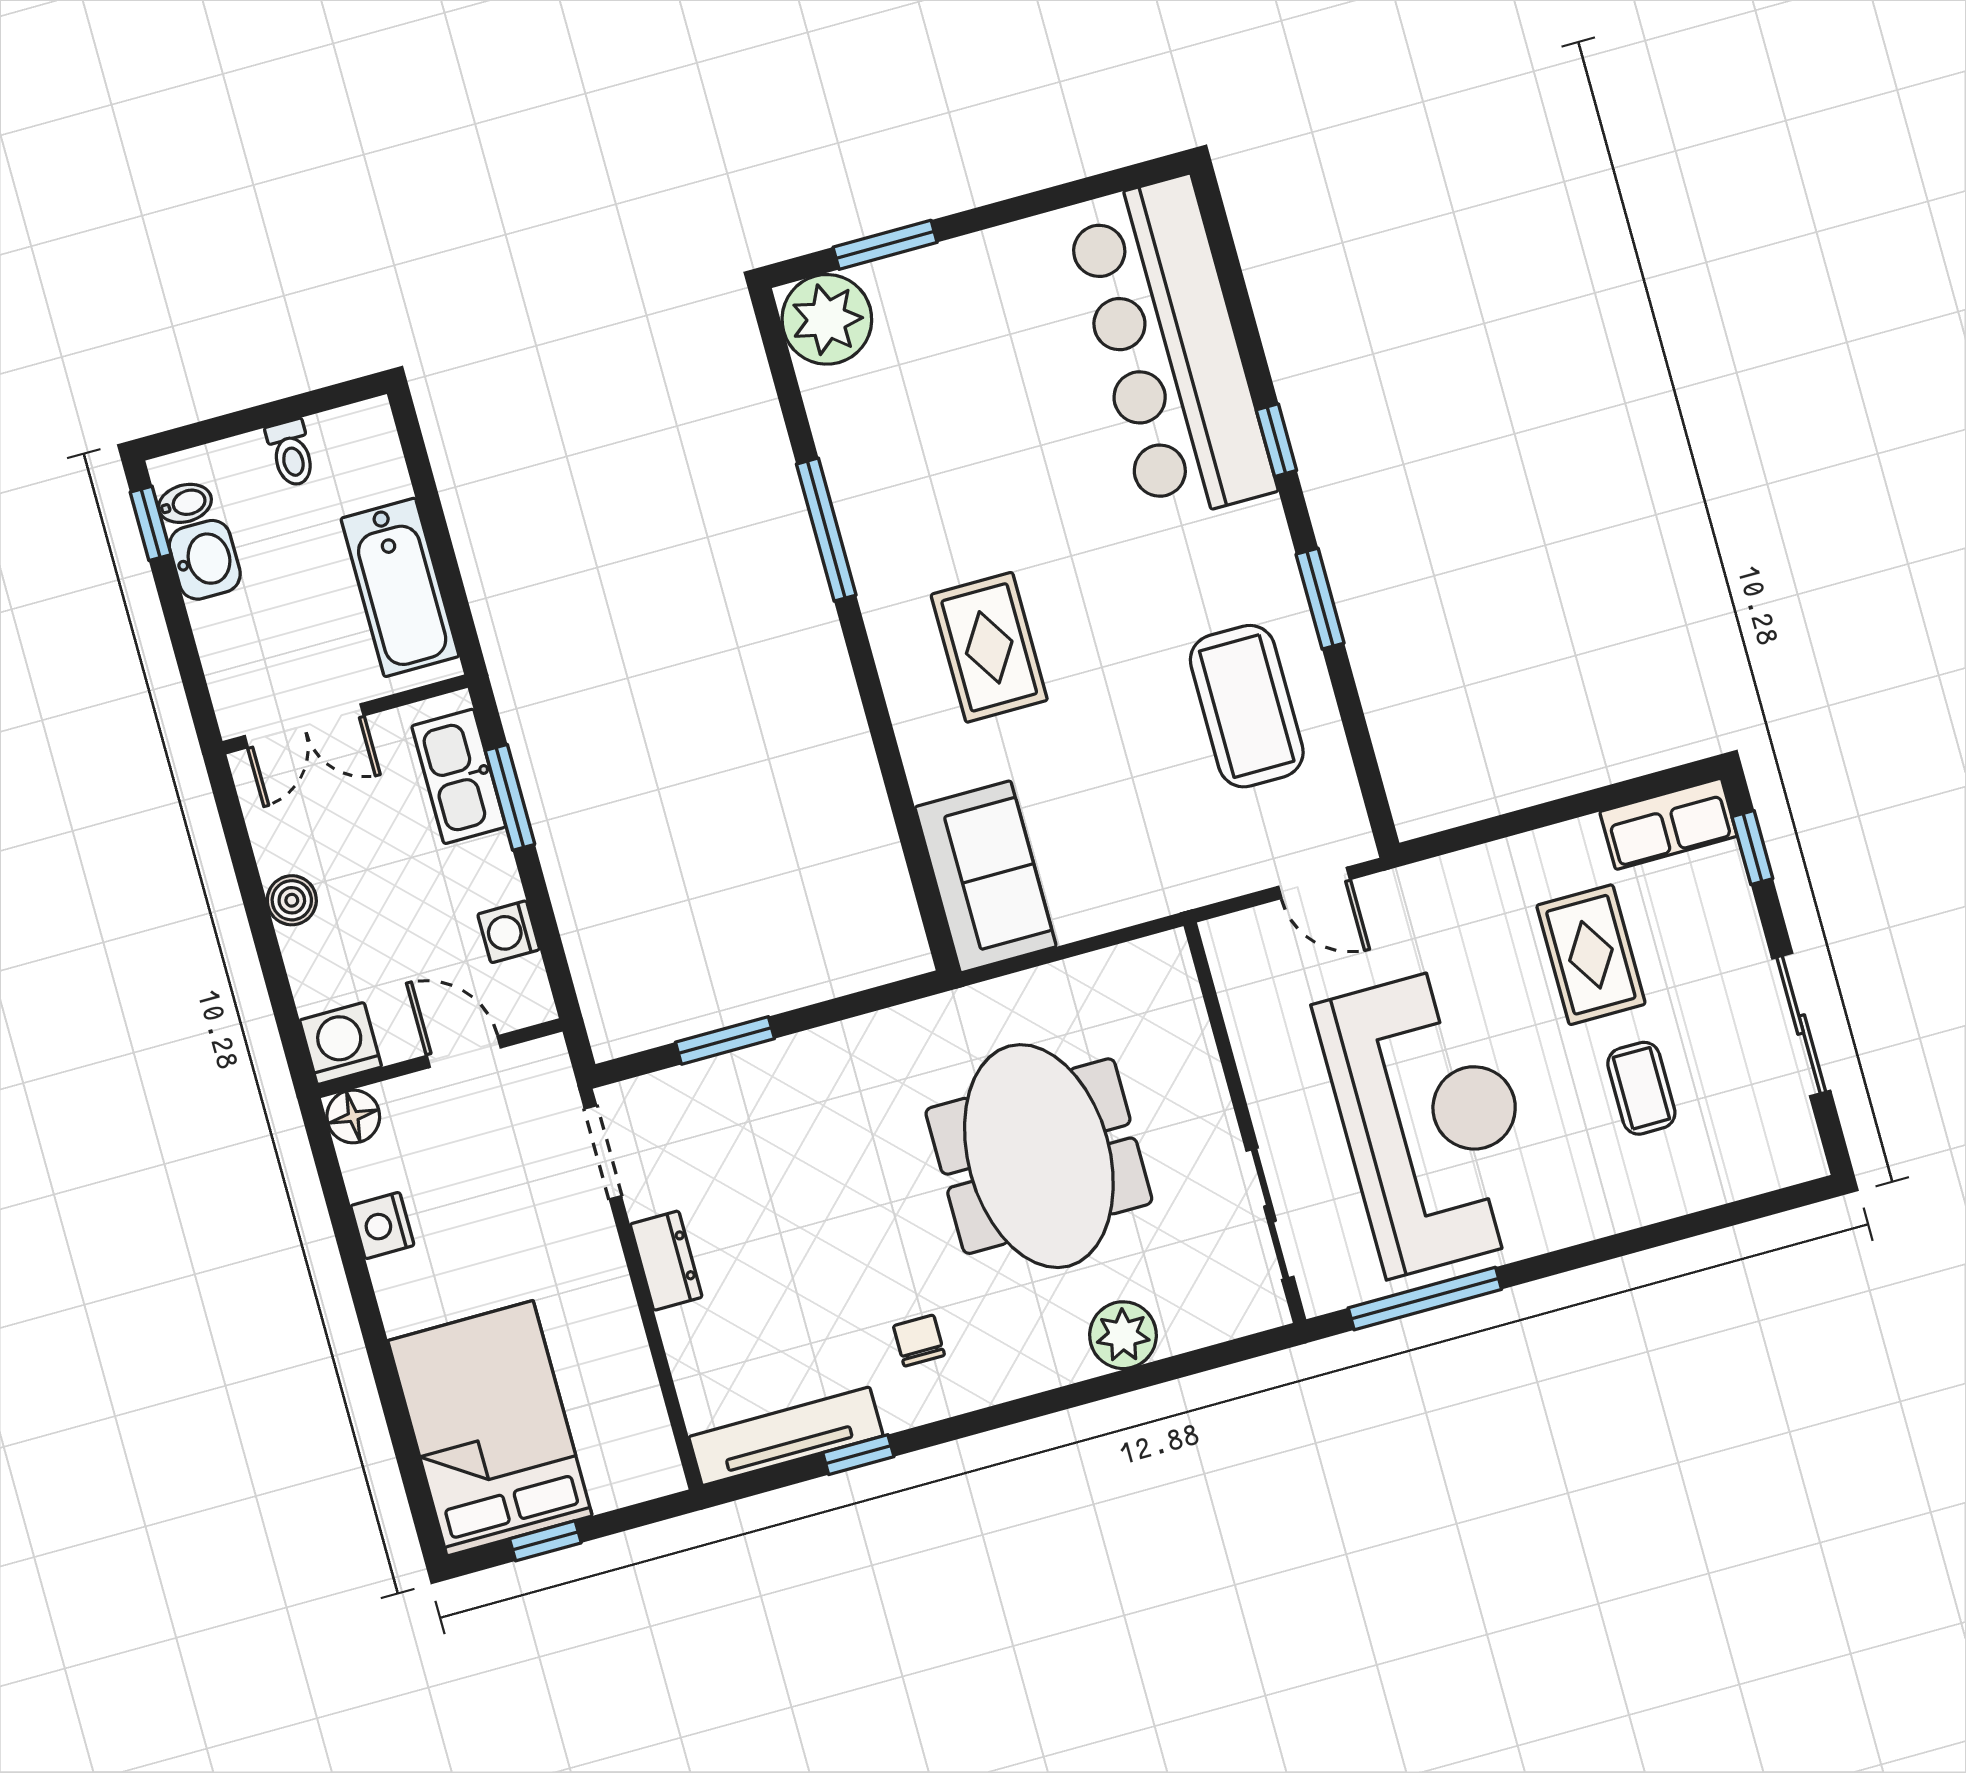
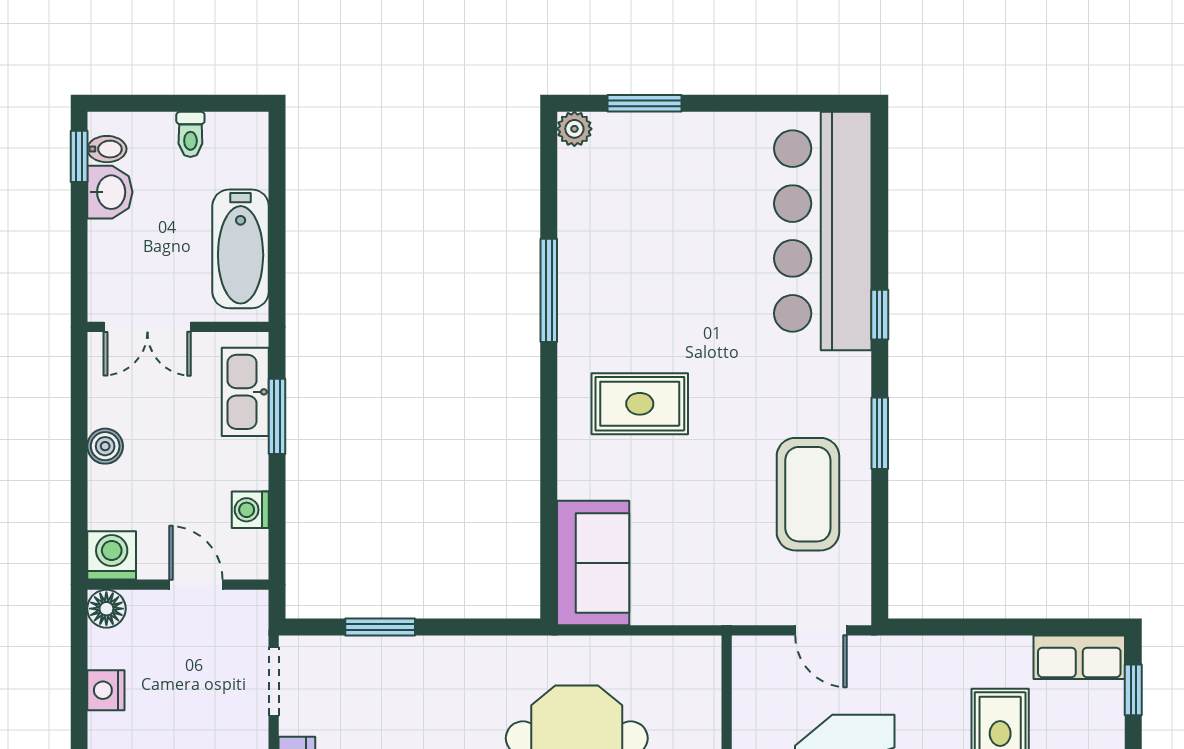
plant: (827, 319) -> (574, 129), width x0.53, depth x0.53
rug: (989, 647) -> (640, 404), turned 90

